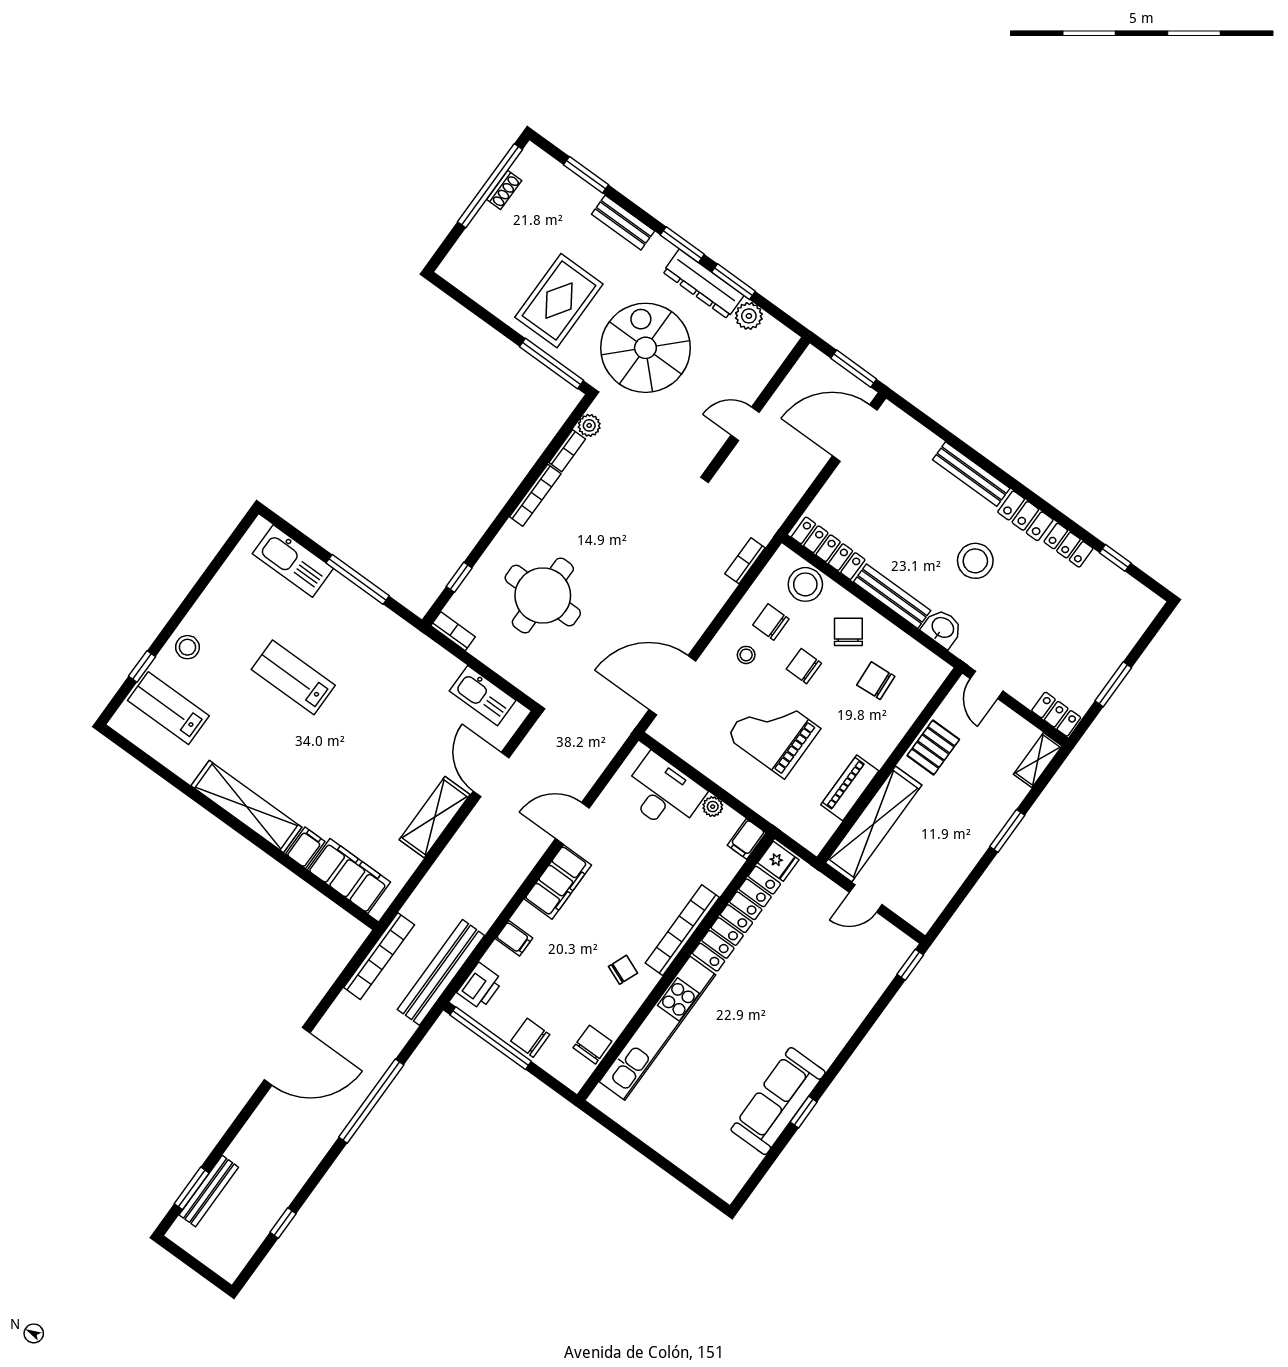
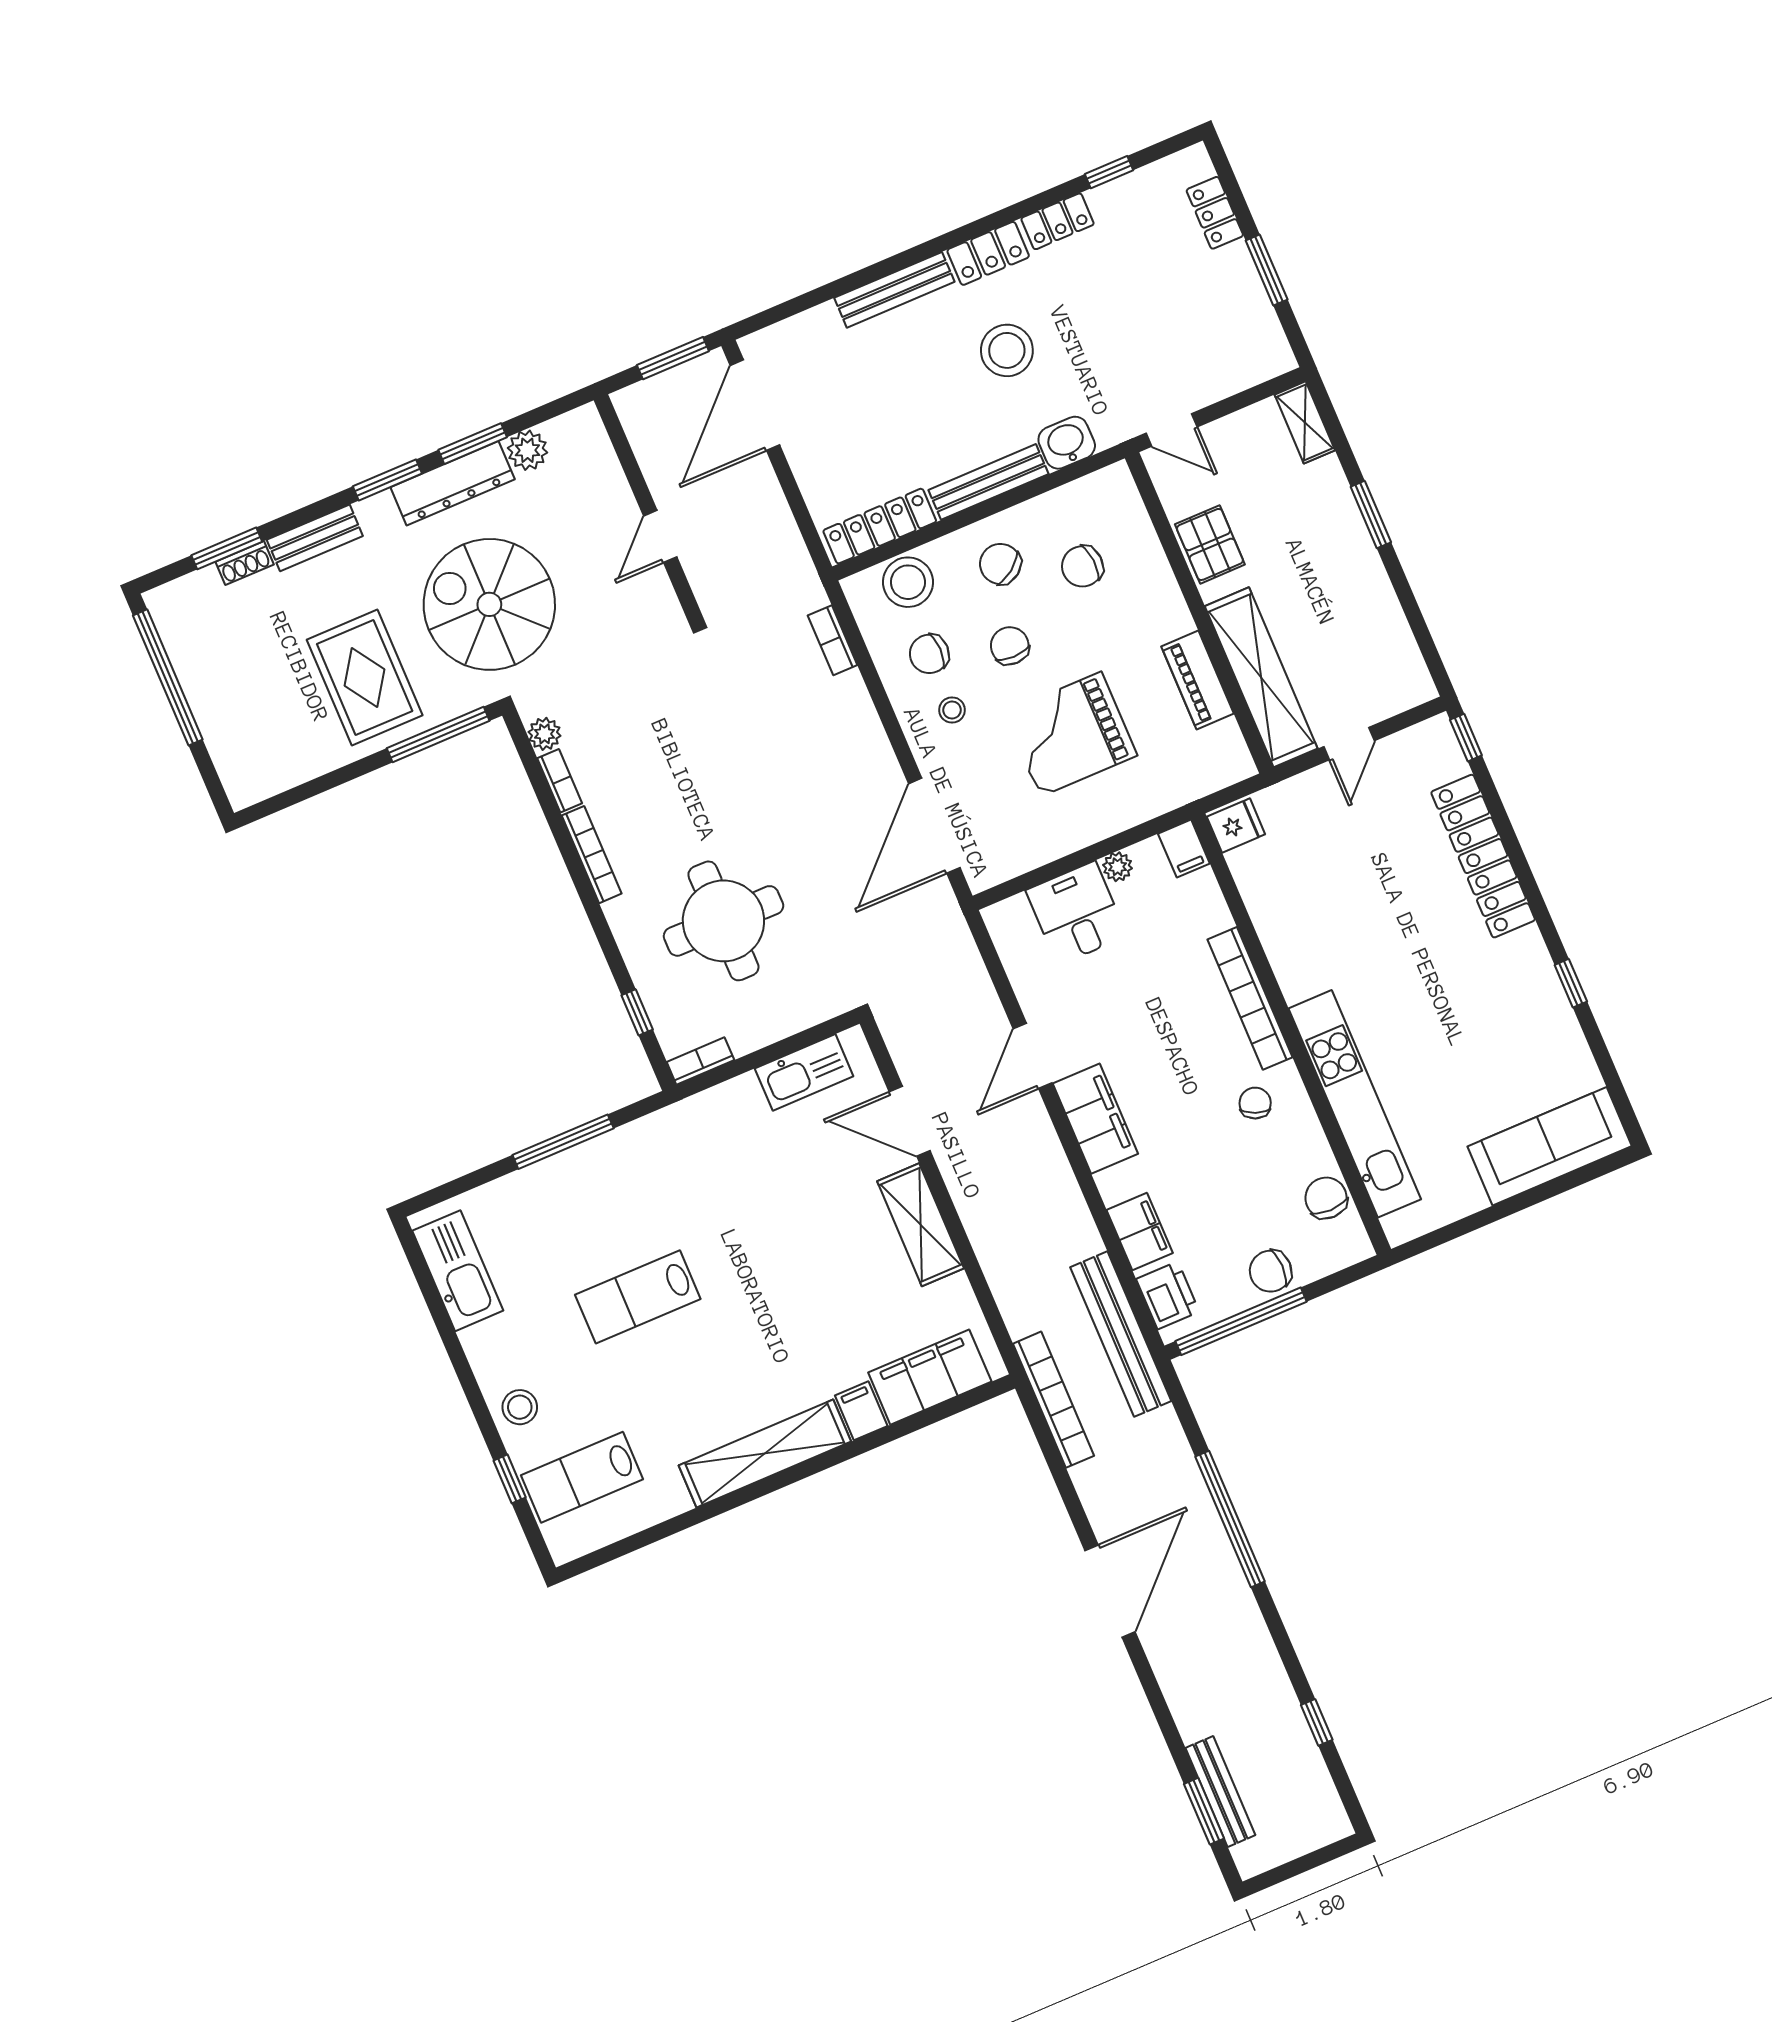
shoe rack: (504, 190) -> (245, 563), moved, turned 90
kitchen sink: (293, 561) -> (458, 1271), moved, turned -90
chair: (804, 666) -> (1010, 646), turned 90
locker: (1056, 714) -> (1215, 213), moved, turned -90
desk: (663, 793) -> (1076, 913), width x0.73
locker: (736, 919) -> (1483, 856), moved, turned 180
filing cabinet: (514, 938) -> (1140, 1231), width x2.00
sofa: (778, 1101) -> (1550, 1146), moved, turned 90

